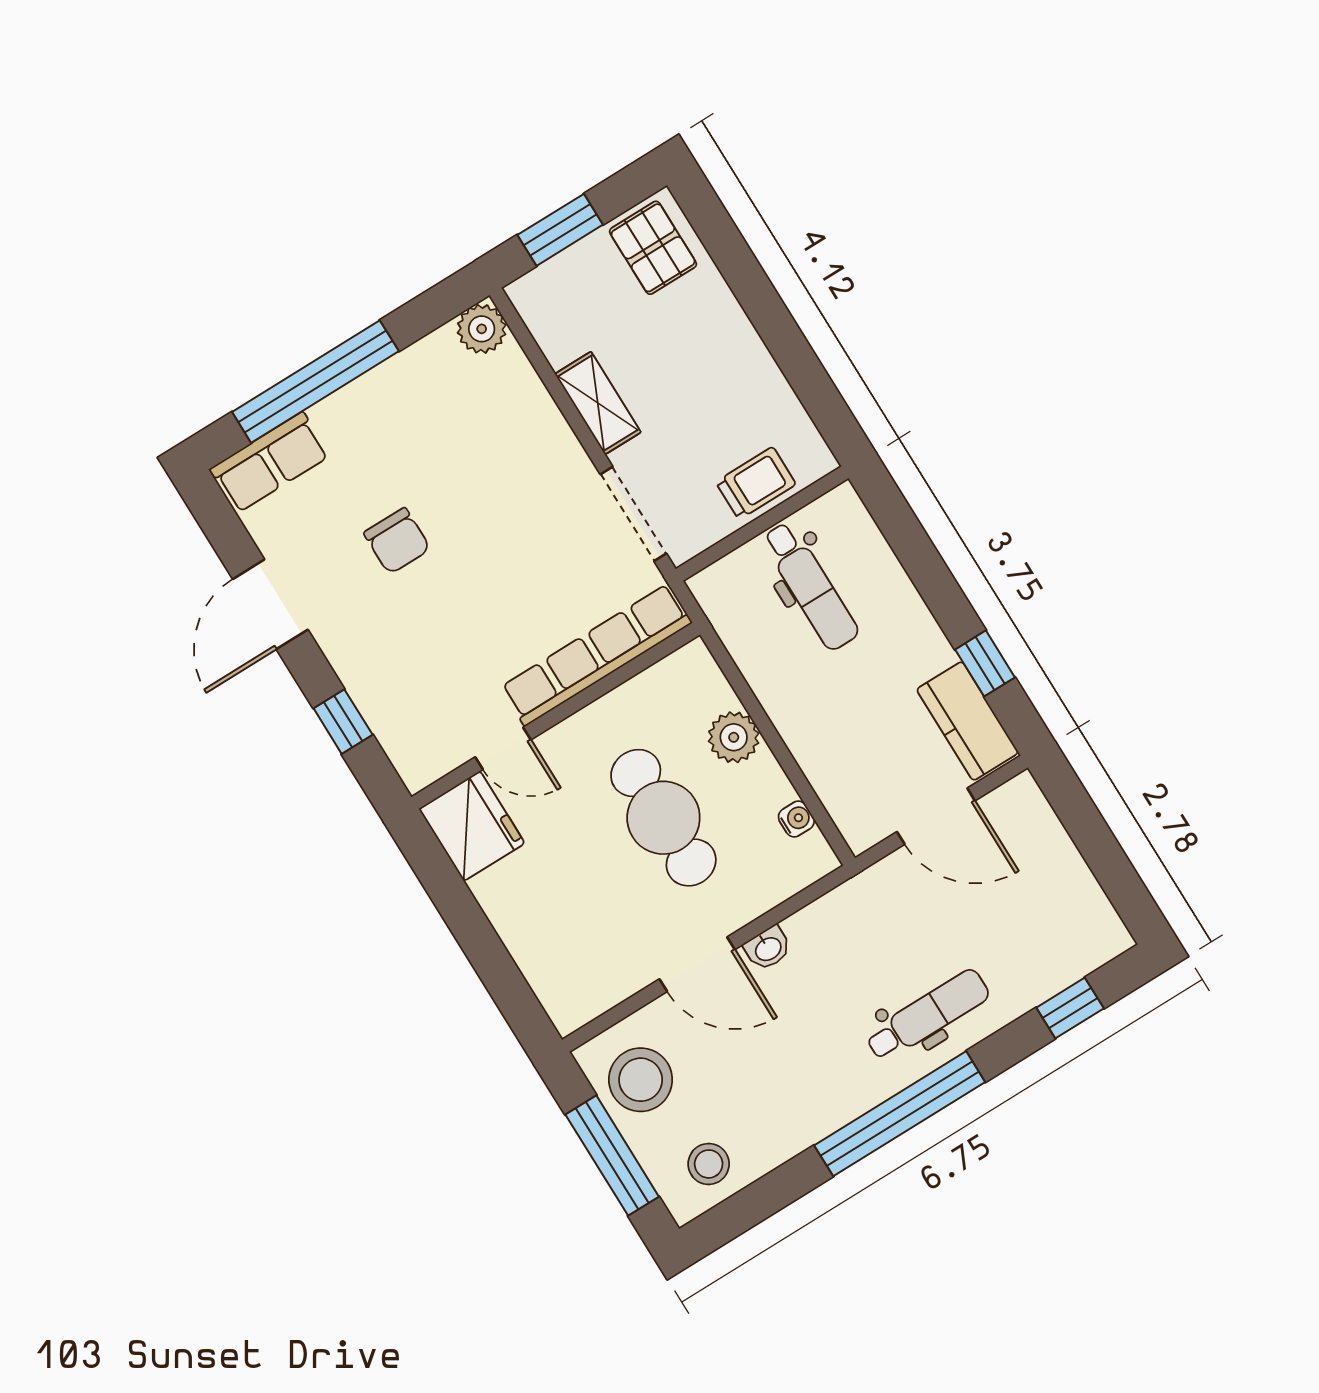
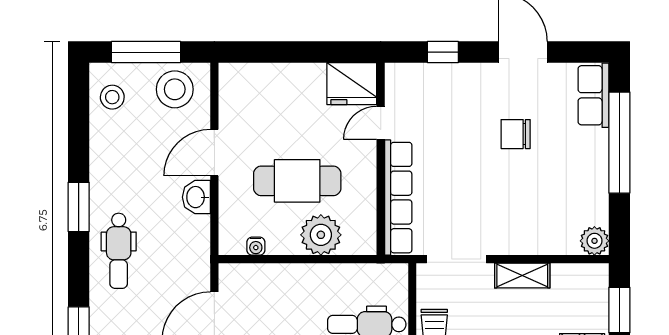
plant: (734, 737) -> (321, 235), width x1.36, depth x1.36
washbasin: (768, 948) -> (196, 197), width x1.38, depth x1.45
window: (900, 1114) -> (79, 207), width x0.47

